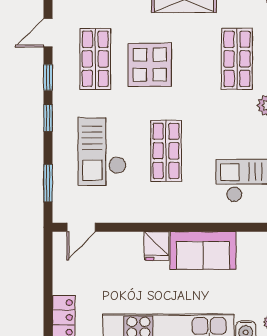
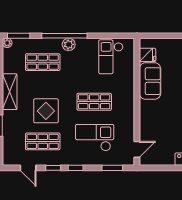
checkout: (102, 152) -> (95, 138), turned 180
door: (81, 227) -> (137, 149), hinge flipped
fridge: (156, 246) -> (147, 55), moved

